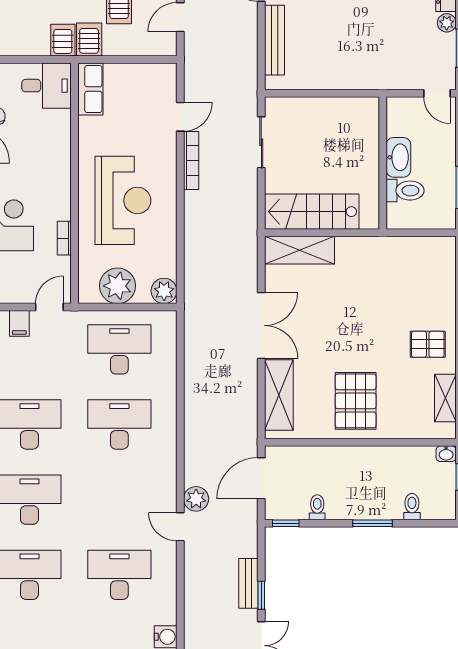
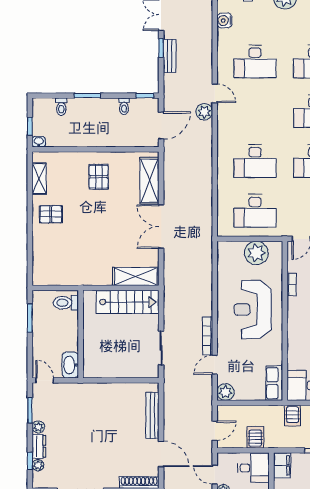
server rack: (89, 40) -> (275, 416), removed
washbasin: (398, 157) -> (70, 365), moved
toilet: (405, 191) -> (66, 303), moved
plant: (164, 291) -> (225, 392), moved
pallet: (356, 401) -> (99, 177), width x0.67, depth x0.71

